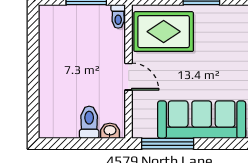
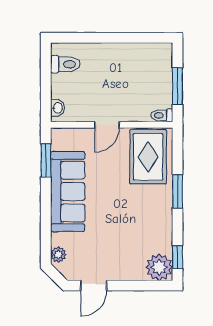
toilet: (89, 122) -> (65, 64), moved
window: (168, 144) -> (46, 160), width x0.69

